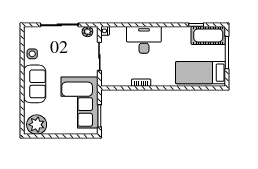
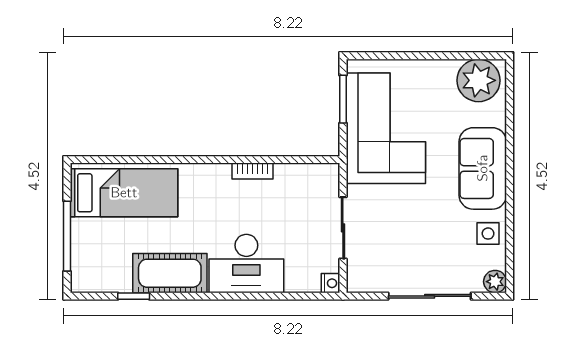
plant: (87, 32) -> (495, 282), moved
cot: (208, 35) -> (170, 273), moved

